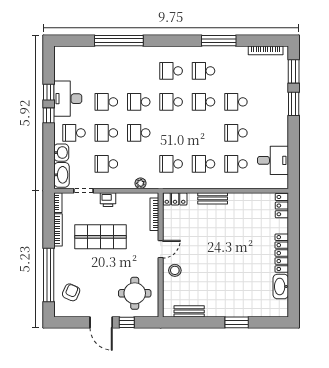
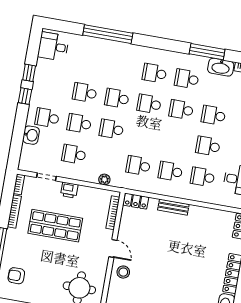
desk: (68, 99) -> (53, 47), moved, width x0.73
washbasin: (62, 175) -> (221, 67), moved, turned 90
door: (161, 249) -> (113, 248), hinge flipped
armchair: (71, 292) -> (16, 276), turned -113

